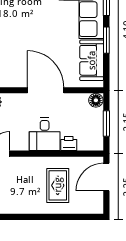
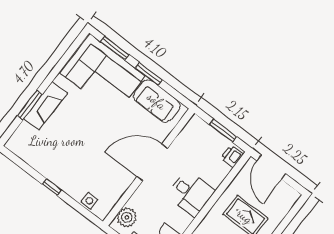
floor lamp: (96, 100) -> (195, 124), removed
printer: (69, 144) -> (232, 156), moved

